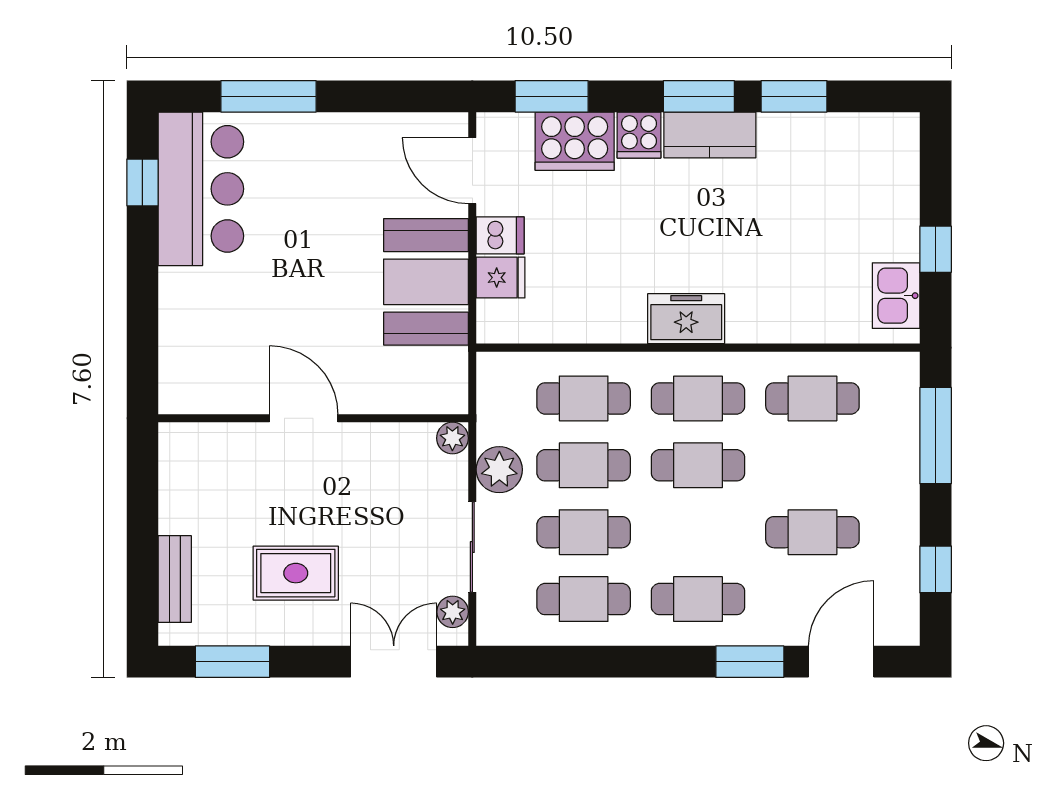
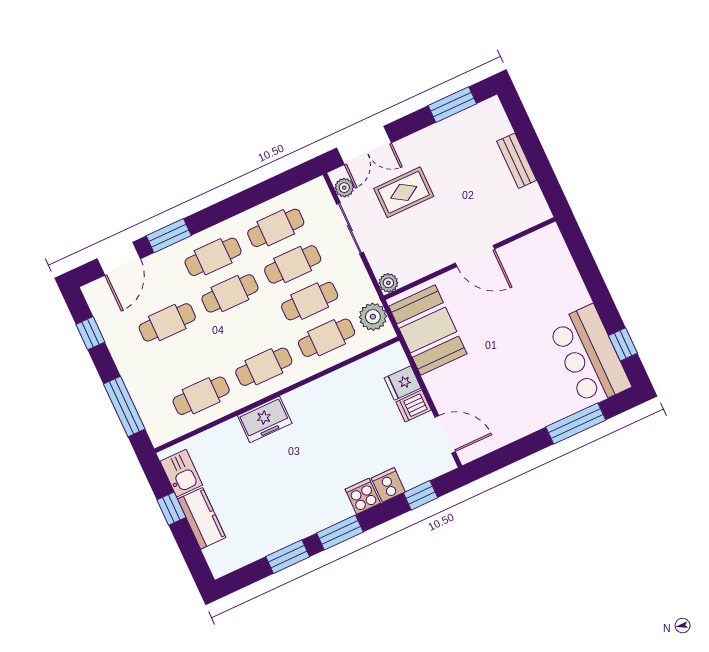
window: (552, 96) -> (421, 495), width x0.67
kitchen counter: (710, 135) -> (202, 518), moved, turned 90
cooker: (575, 141) -> (388, 485), width x0.53, depth x0.76
booth: (426, 282) -> (428, 330), moved
freezer: (686, 319) -> (265, 419), moved
cafe table: (698, 465) -> (230, 293), moved
plant: (499, 470) -> (373, 317), moved
rug: (296, 573) -> (404, 192), moved
bench: (175, 579) -> (517, 161), moved

